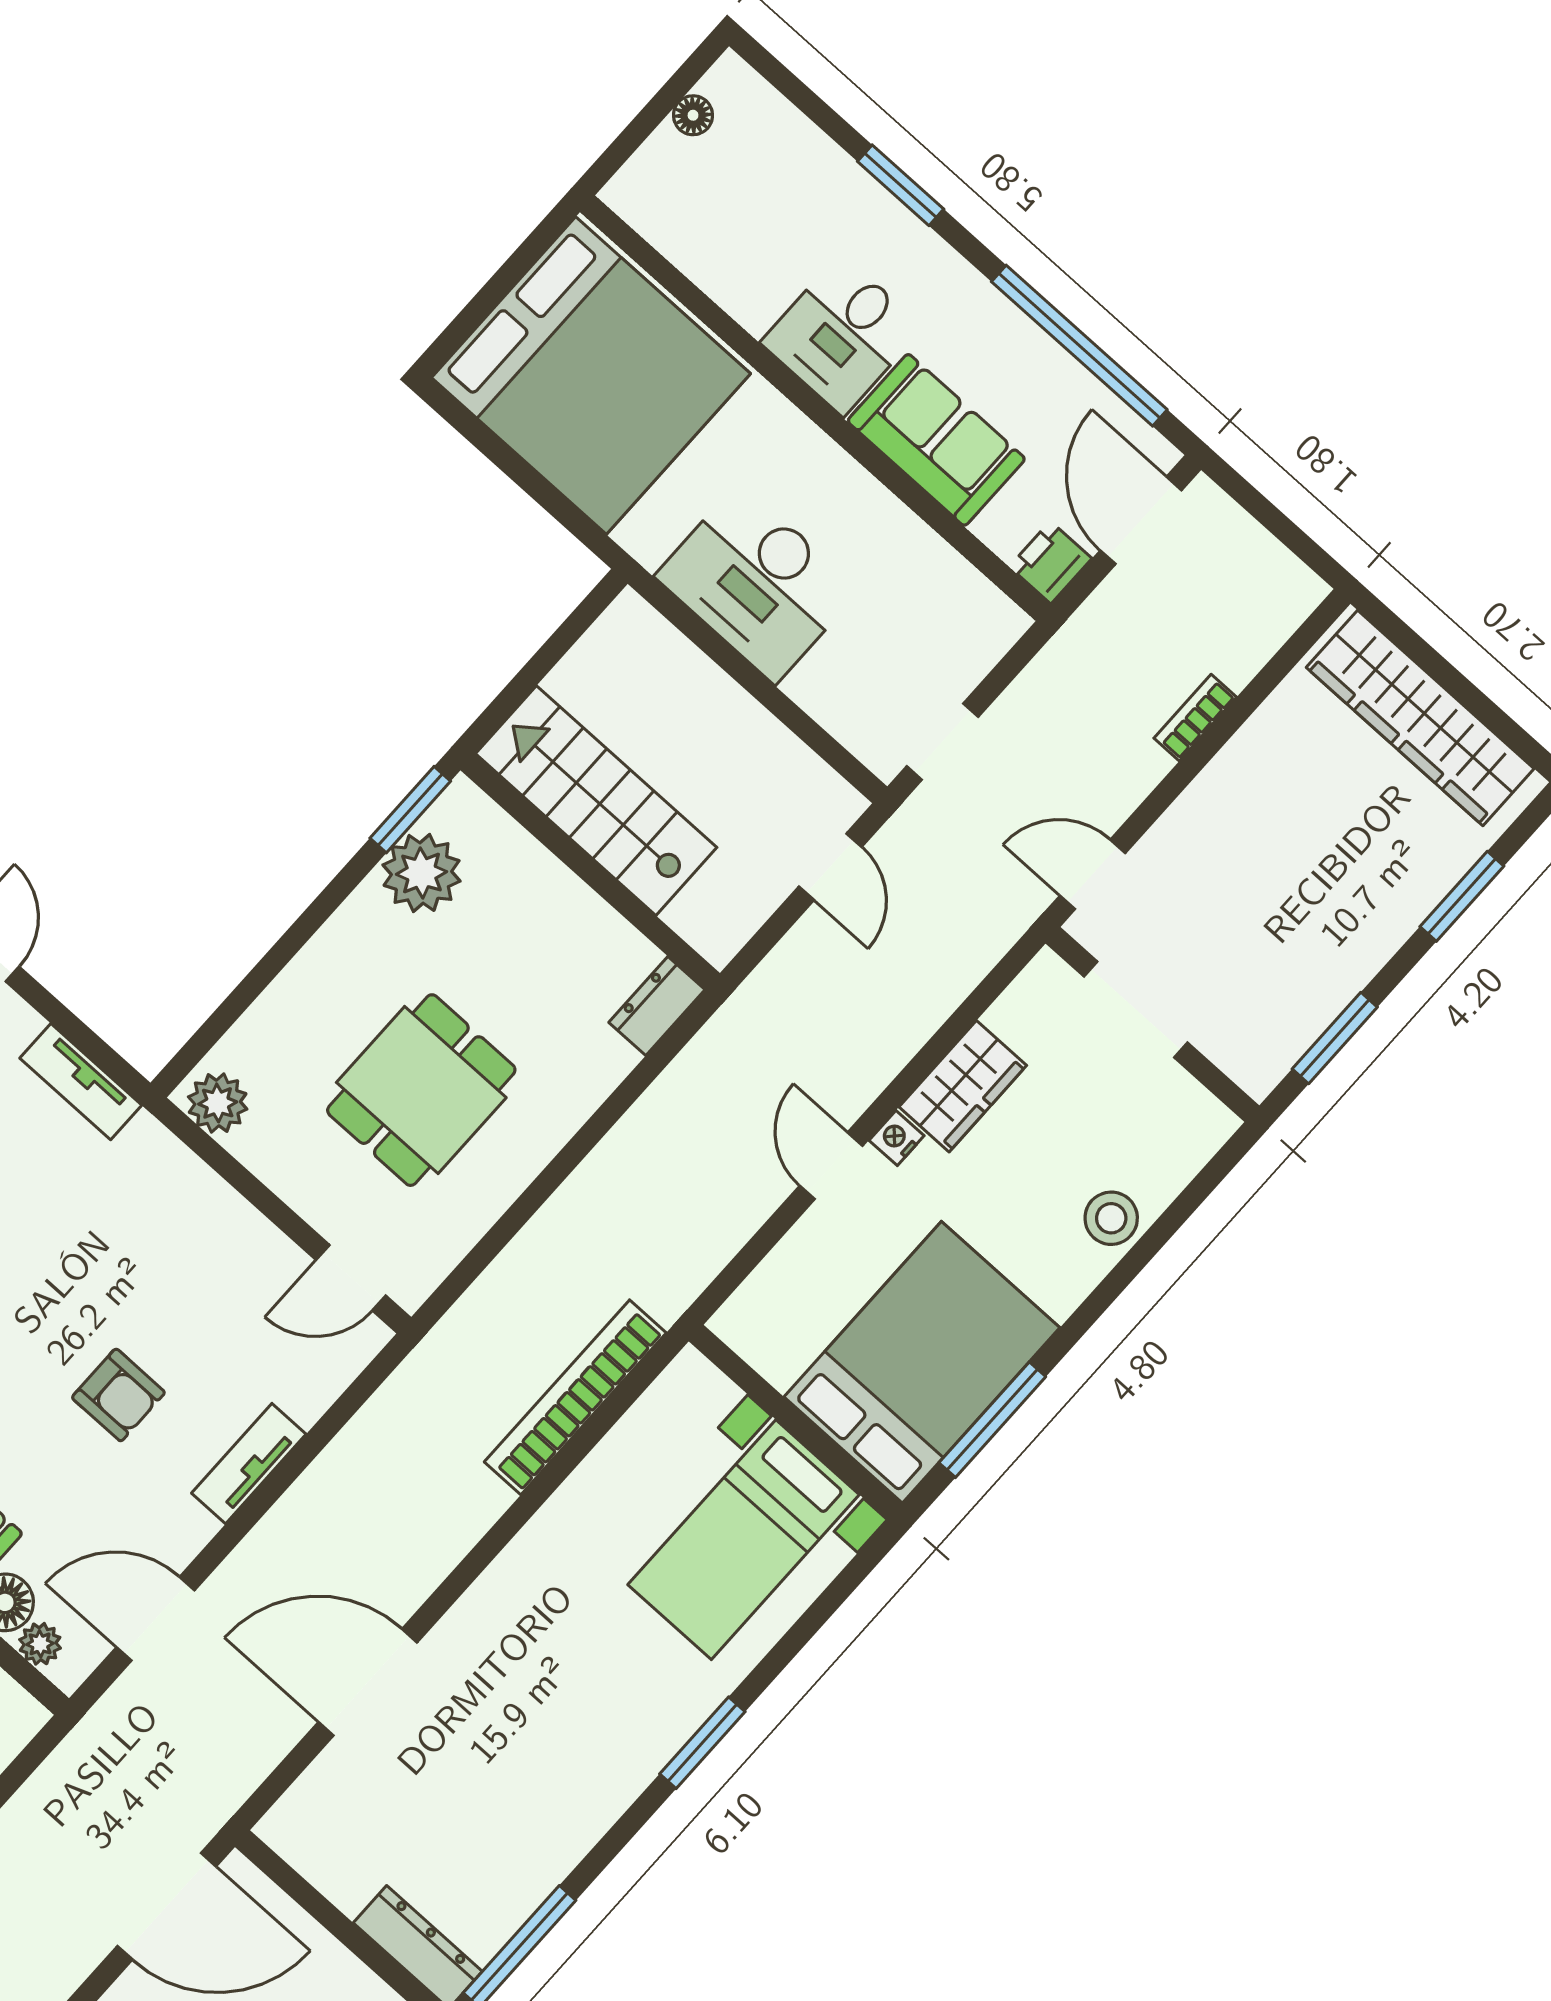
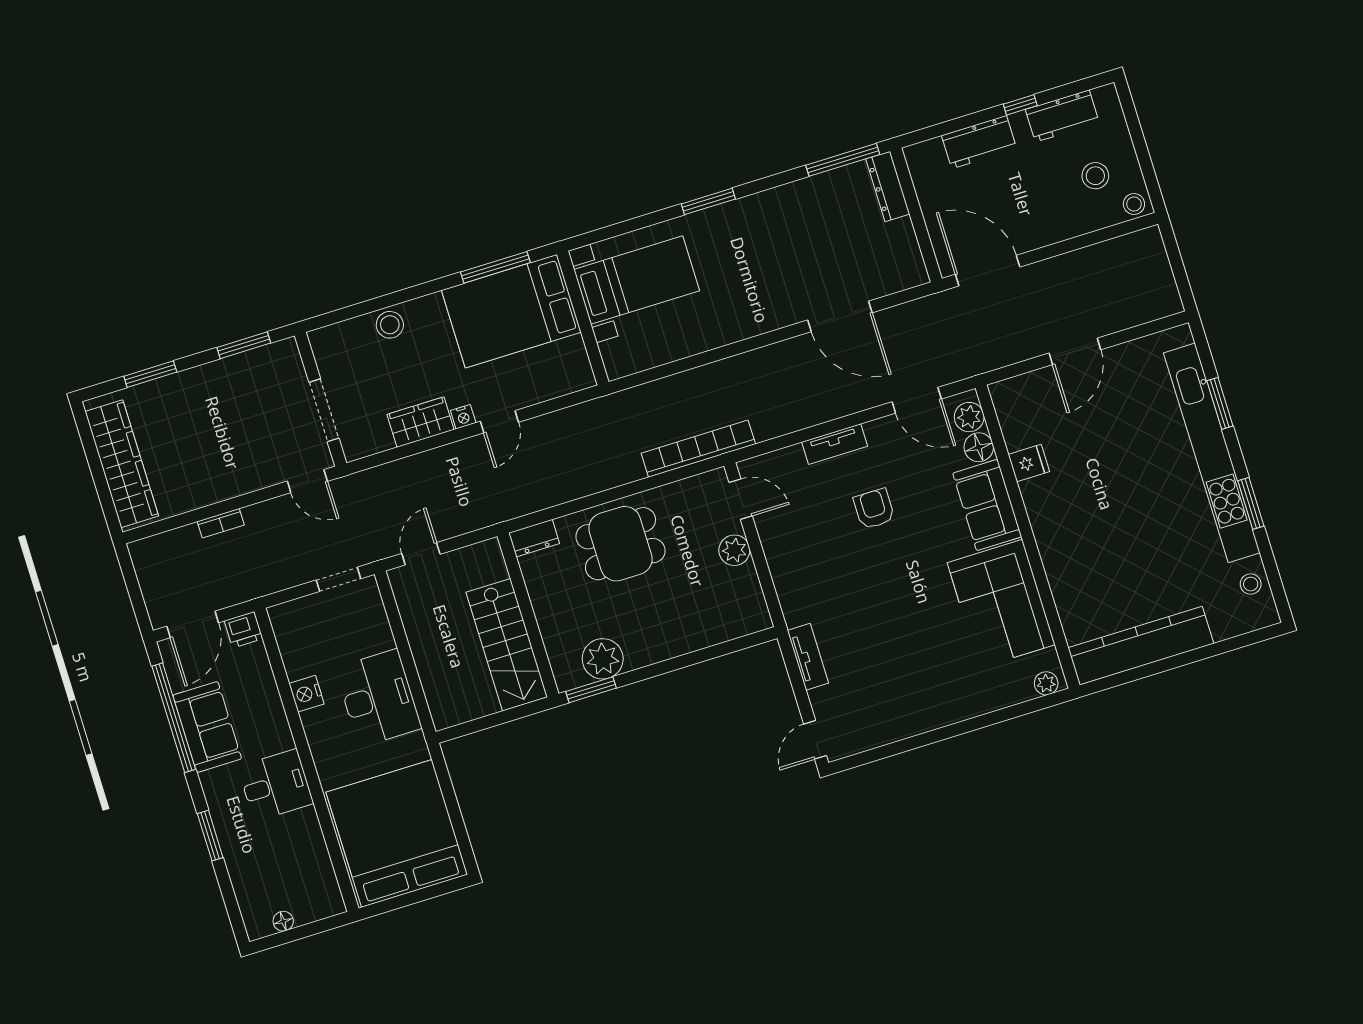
sofa: (936, 440) -> (207, 727), moved, turned 180
nightstand: (882, 519) -> (306, 694), added
dining table: (421, 1090) -> (620, 544), moved
plant: (218, 1103) -> (734, 550), moved
bookcase: (575, 1397) -> (698, 449), moved, turned 180
plant: (40, 1644) -> (969, 417), width x1.38, depth x1.38

